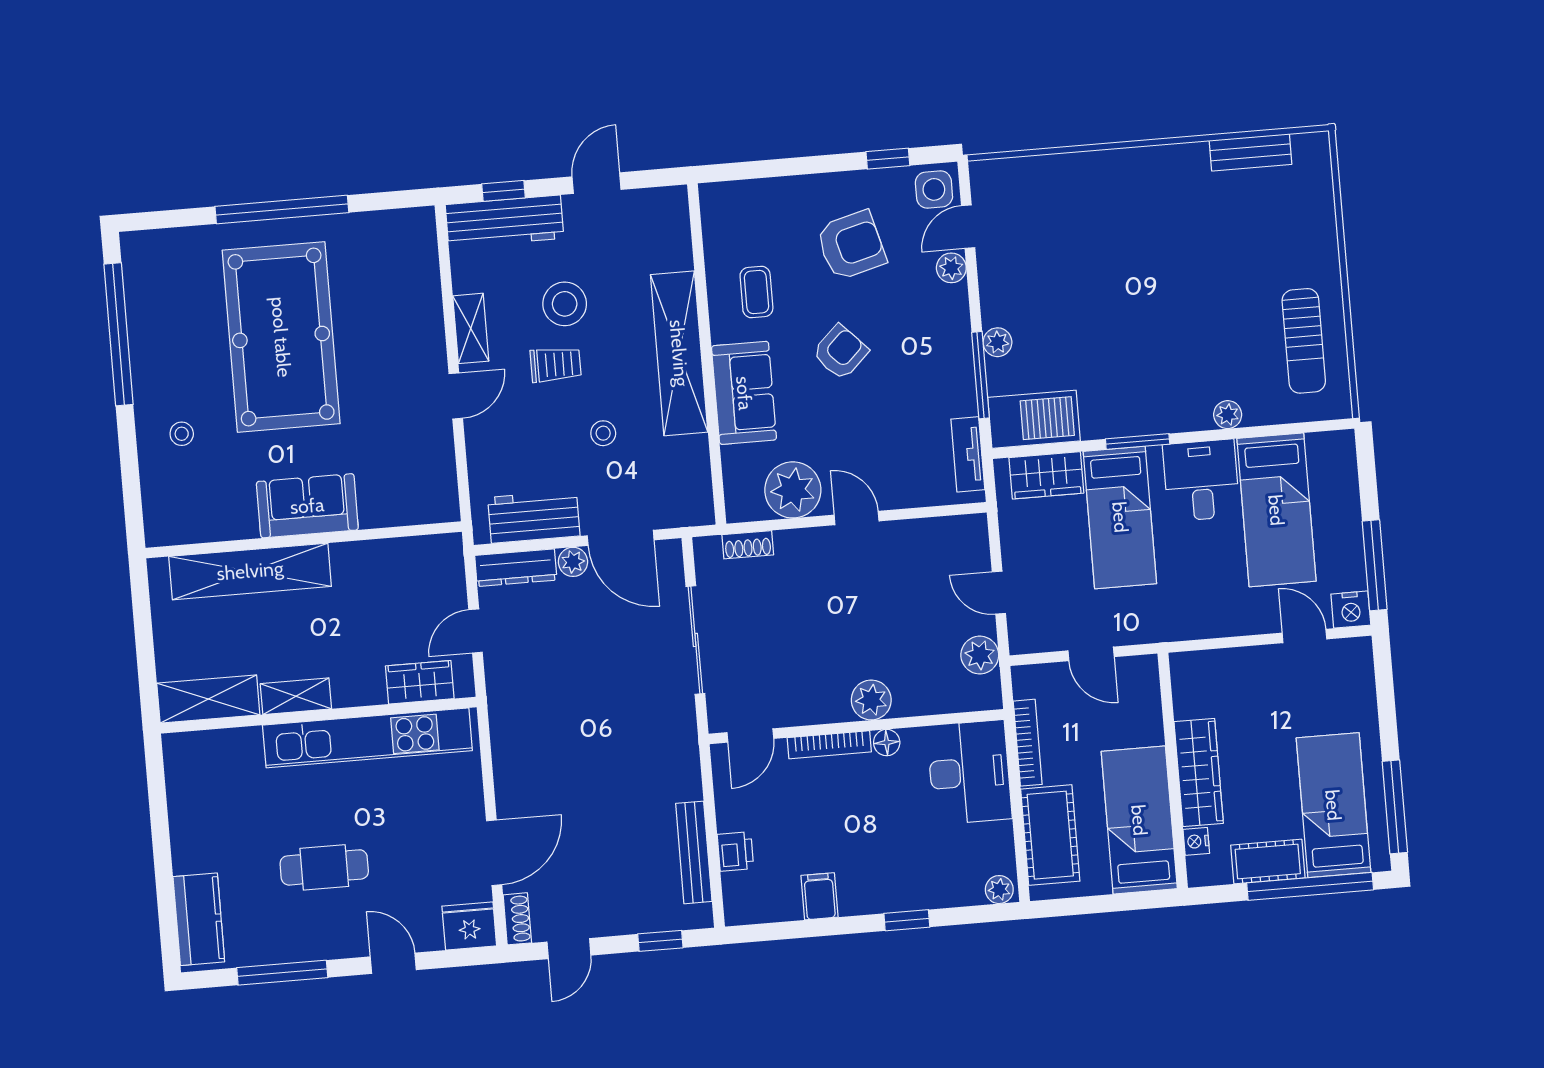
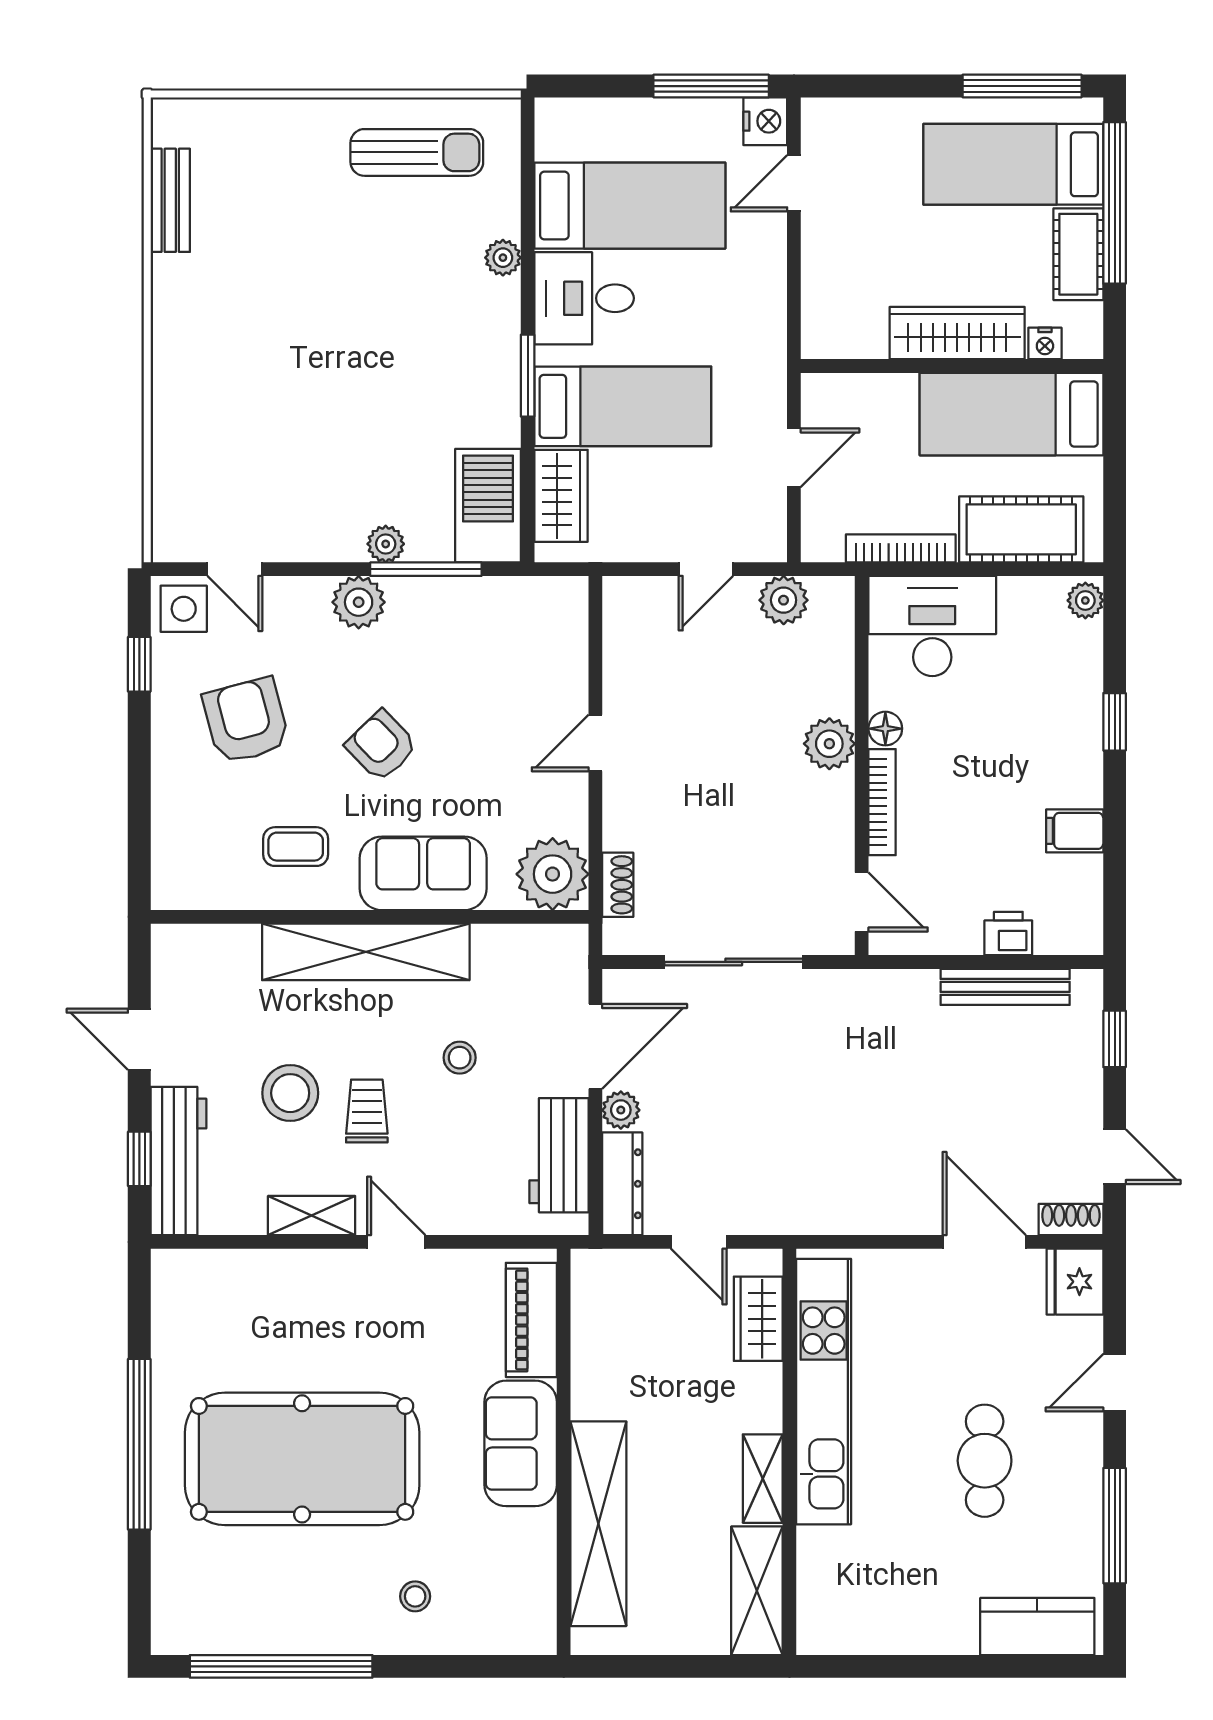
plant: (951, 268) -> (359, 602), moved, width x1.38, depth x1.38
tv unit: (968, 454) -> (526, 594), removed
plant: (793, 490) -> (553, 874), moved
piano: (404, 506) -> (531, 1320), added

